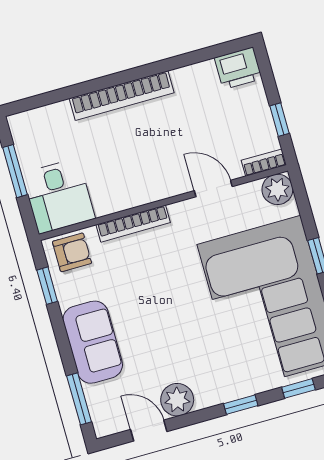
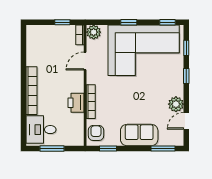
printer: (238, 68) -> (76, 103), moved, turned 180
desk: (59, 196) -> (41, 130), moved, turned 180

